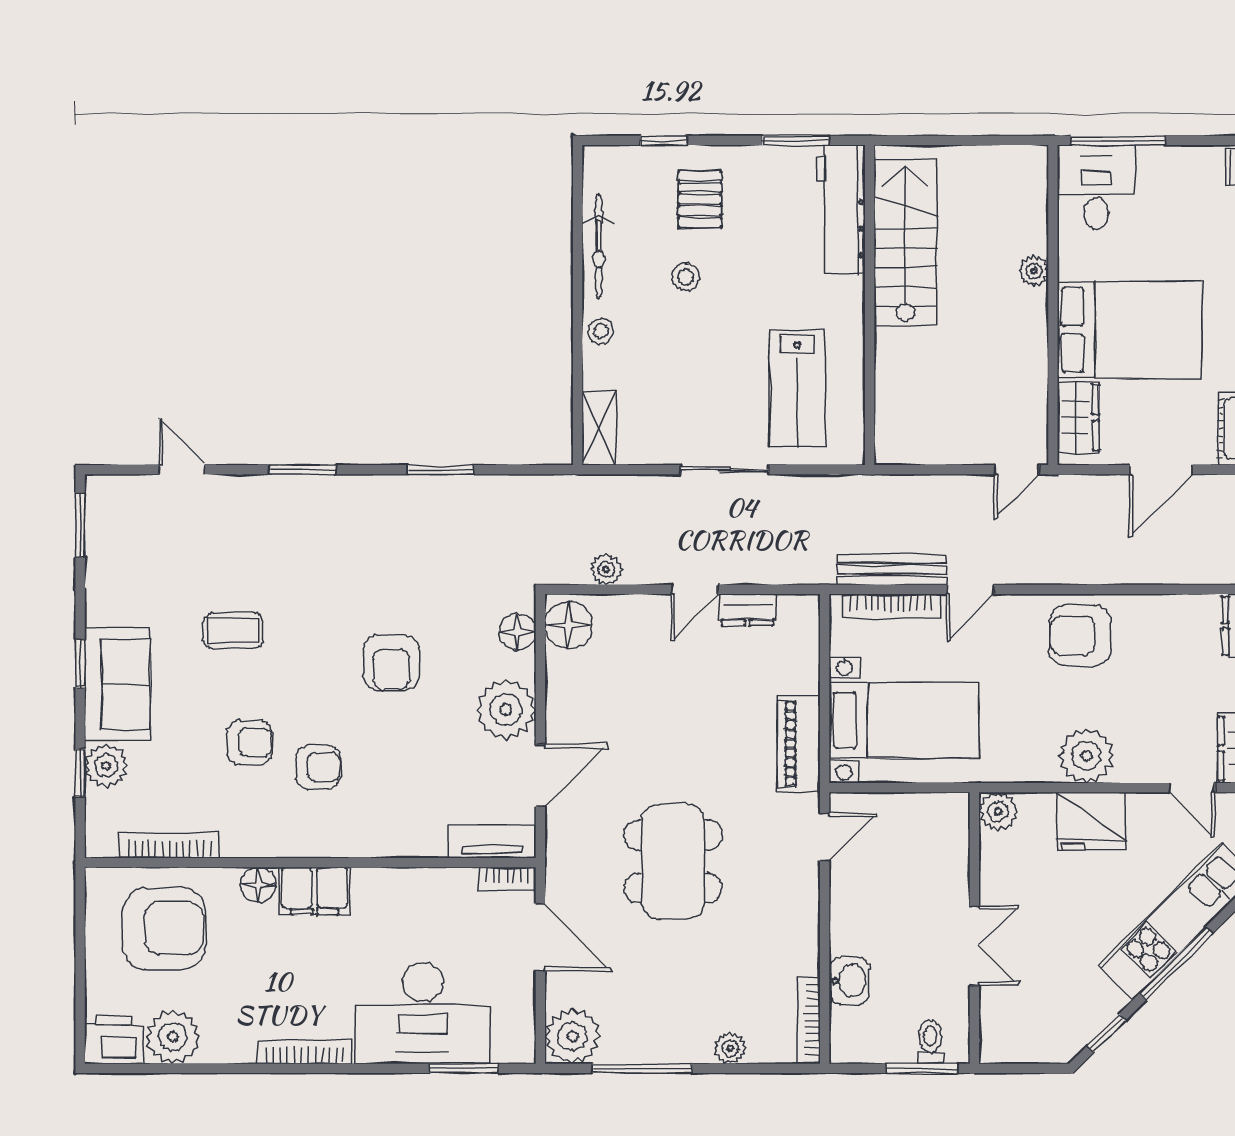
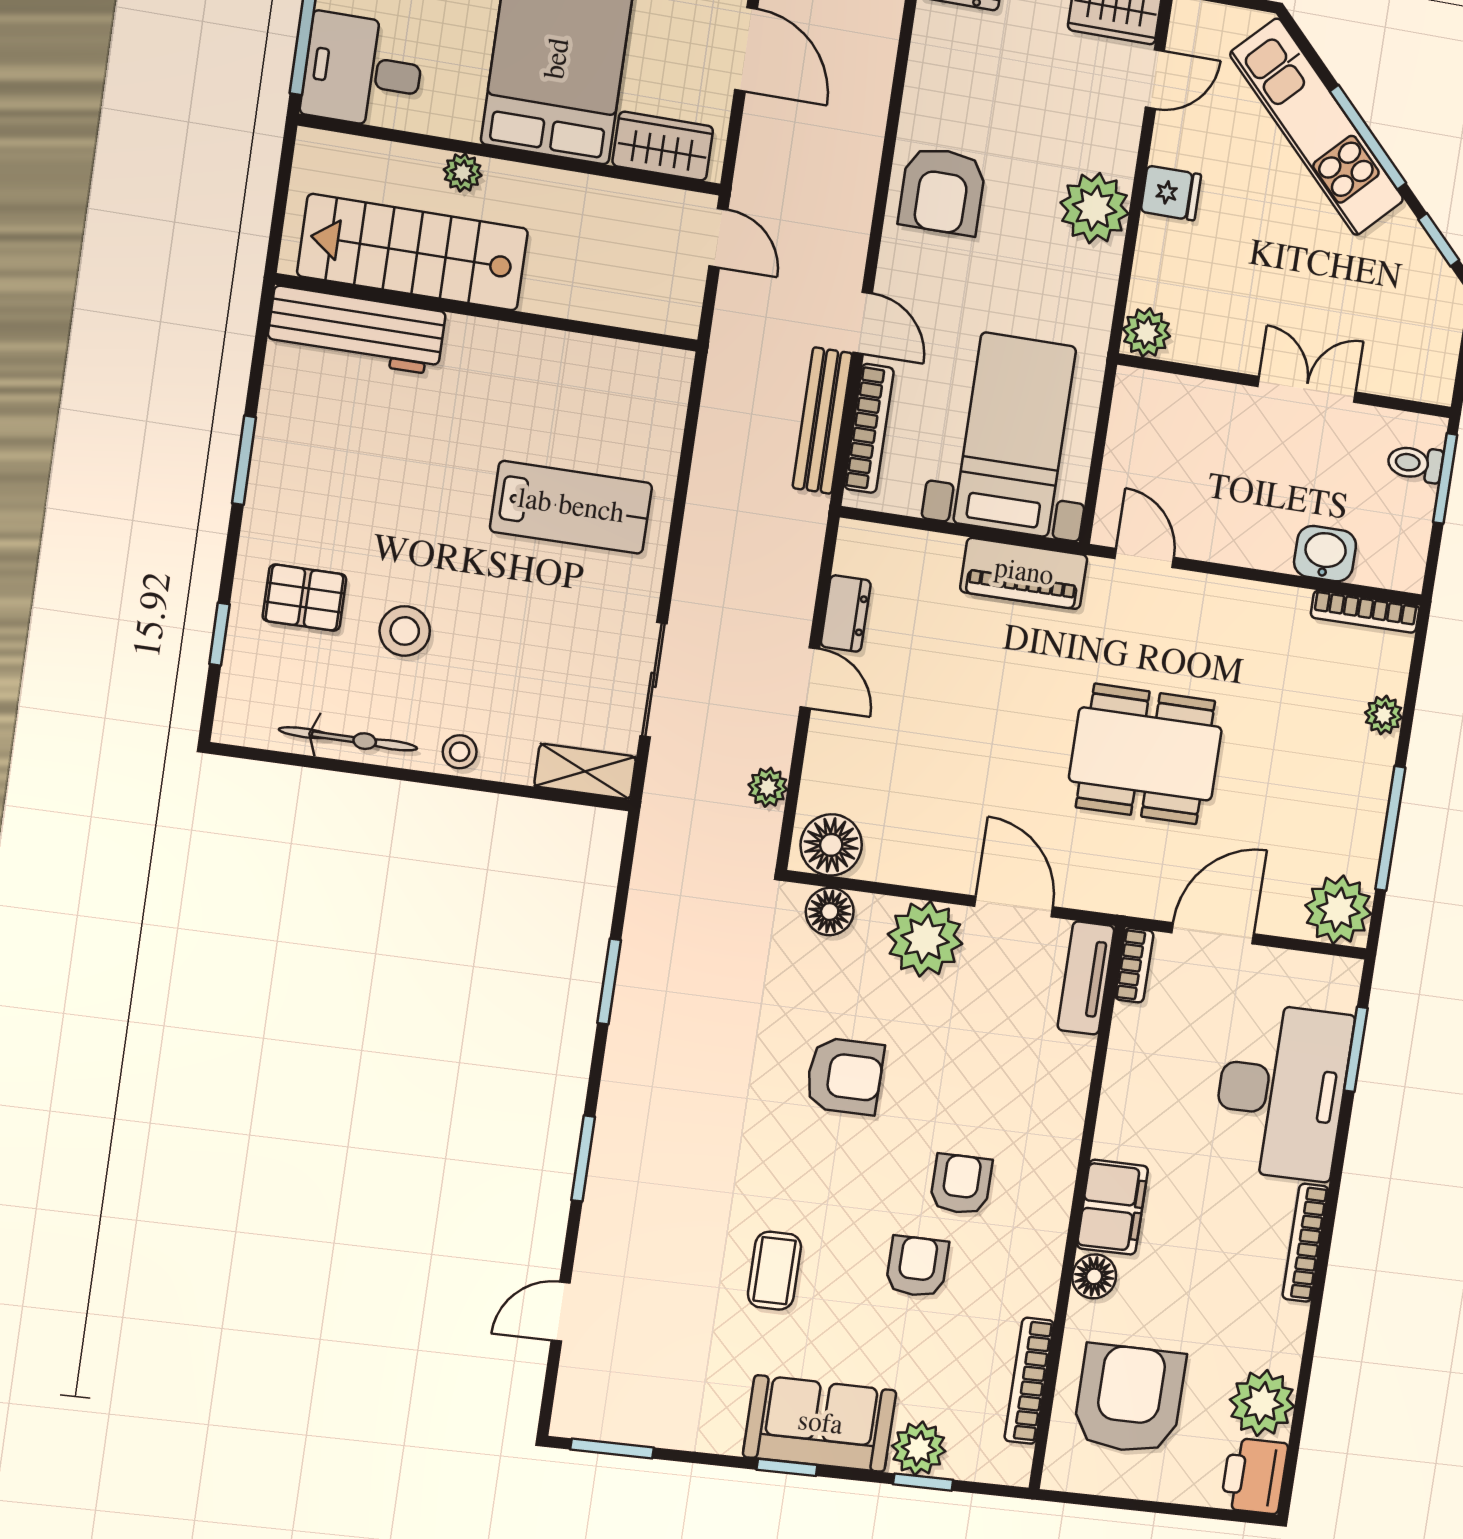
workbench: (841, 209) -> (356, 330), moved
stairs: (905, 243) -> (413, 252), moved
stool: (686, 277) -> (405, 631), width x1.37, depth x1.37
wall: (870, 305) -> (488, 313), moved
sliding door: (724, 470) -> (653, 680), moved
fridge: (1091, 821) -> (1171, 193), width x0.53, depth x0.75

